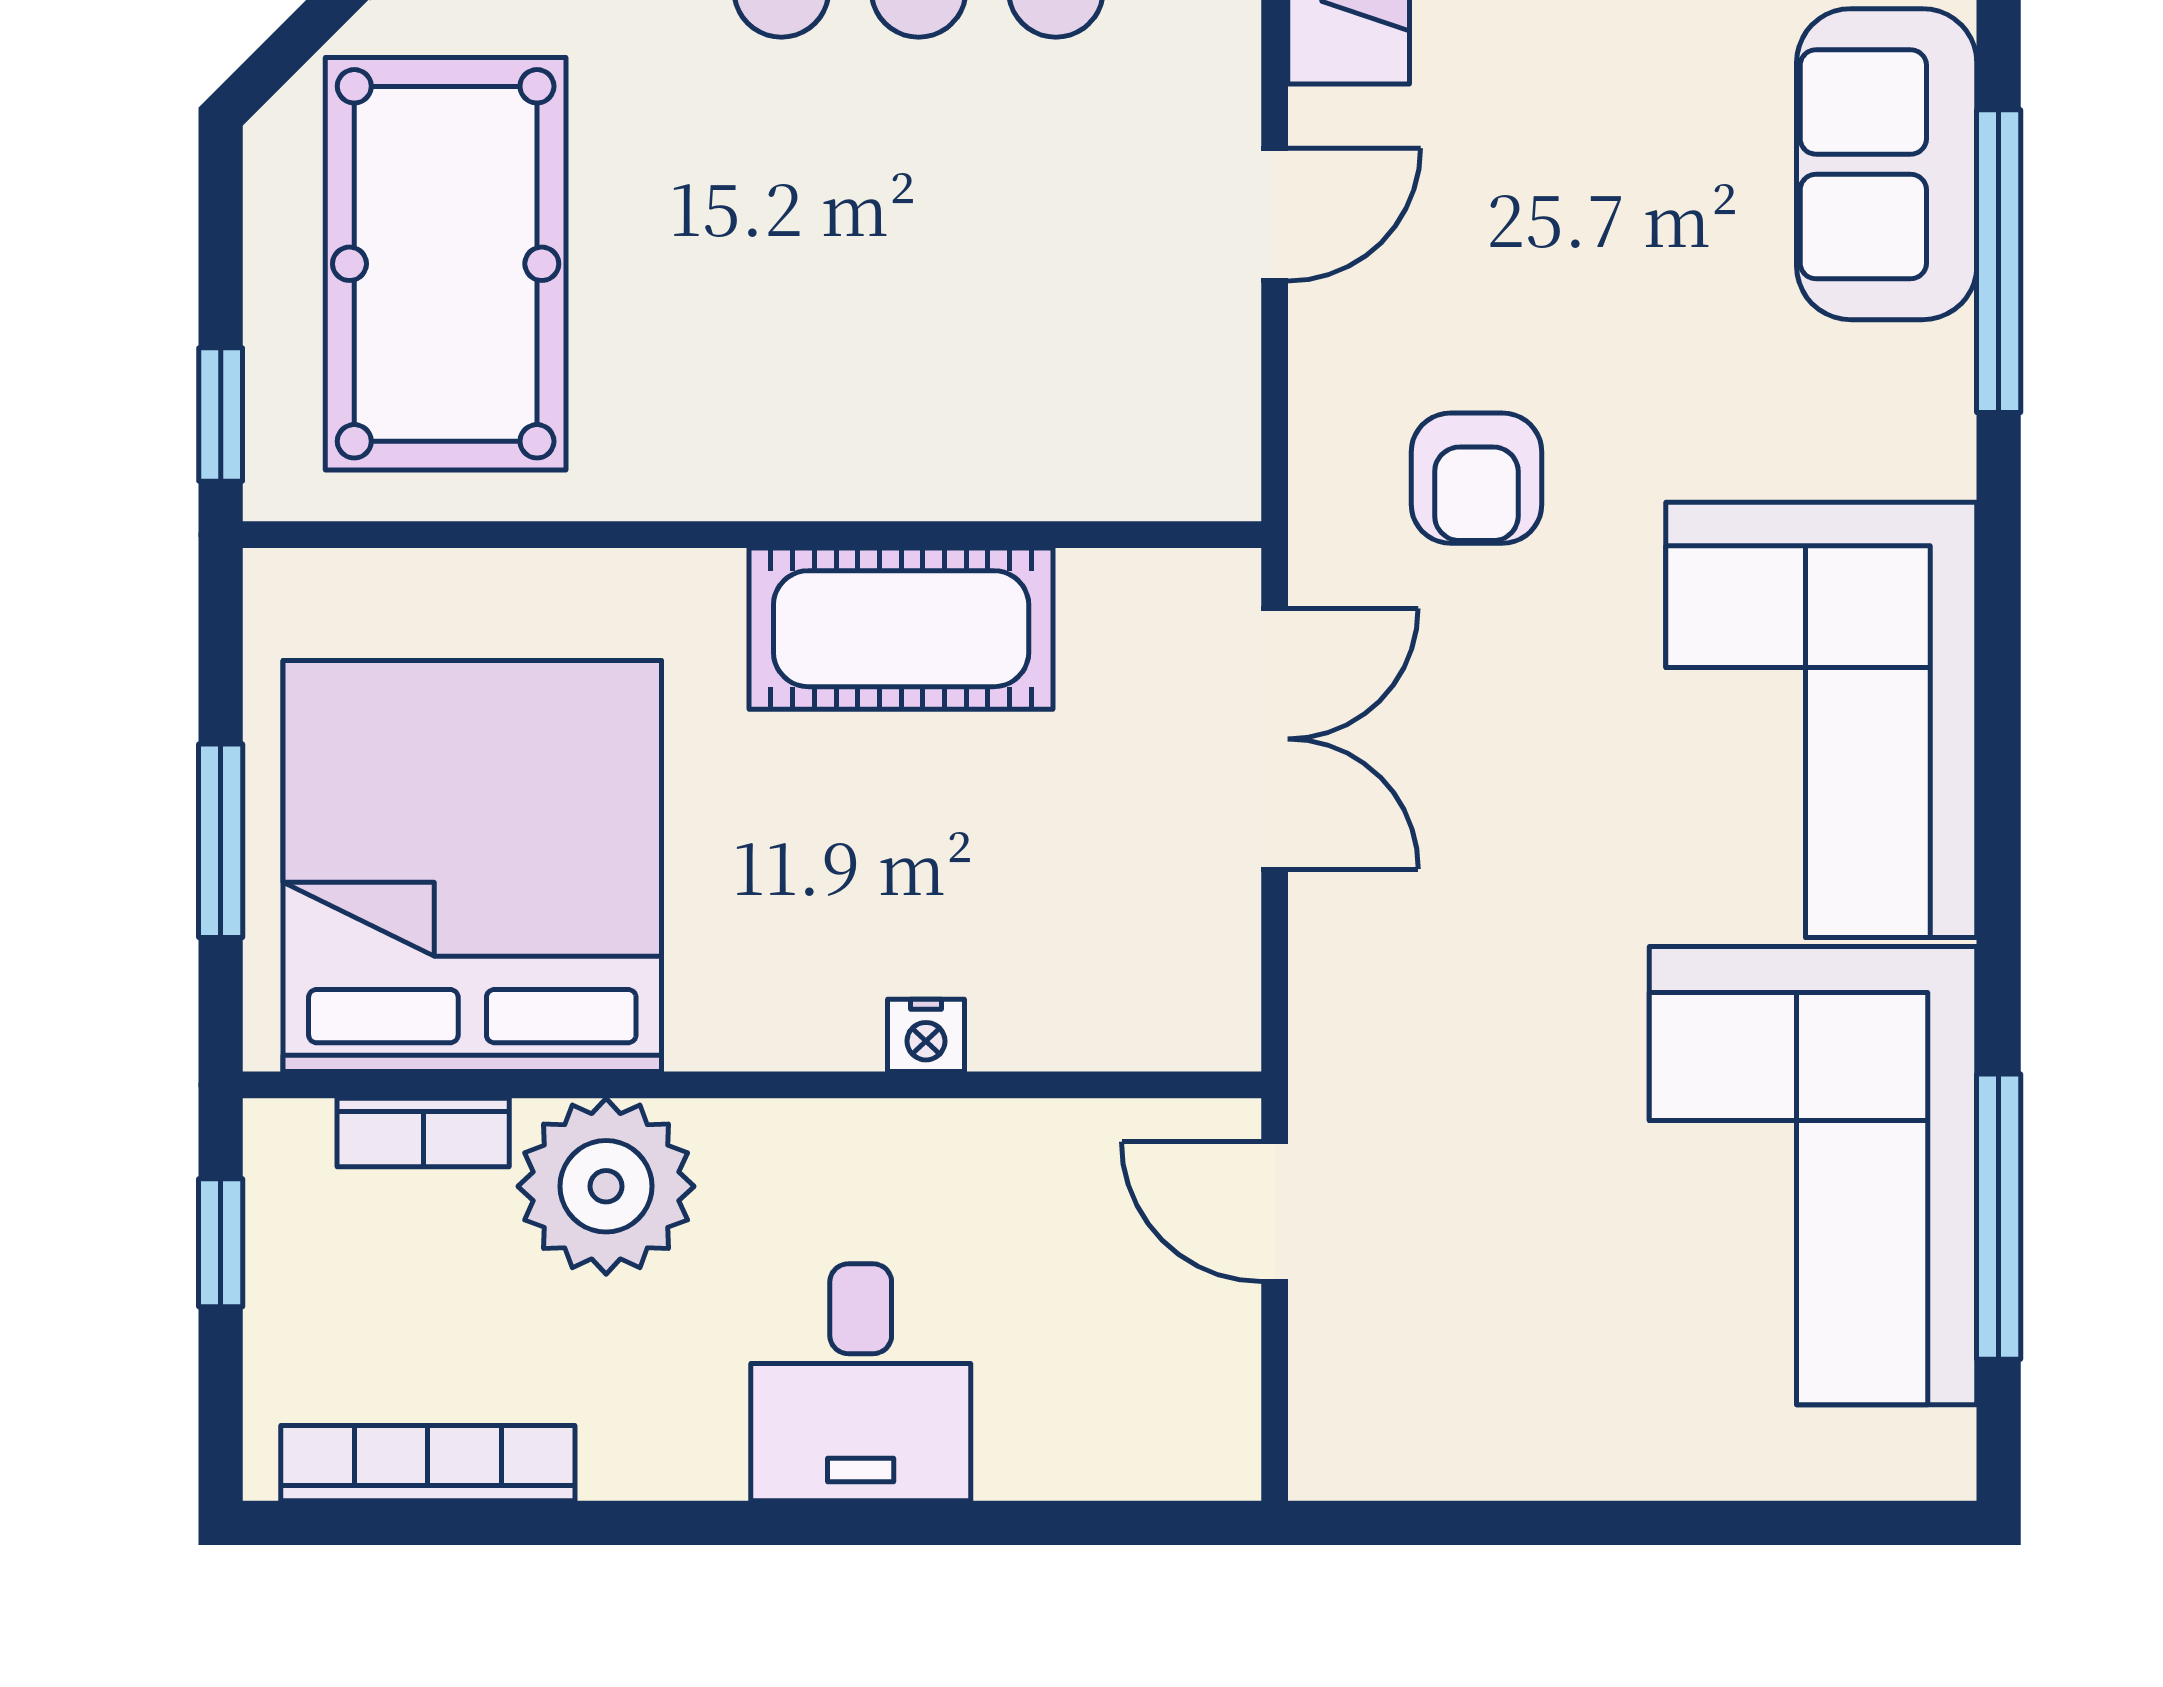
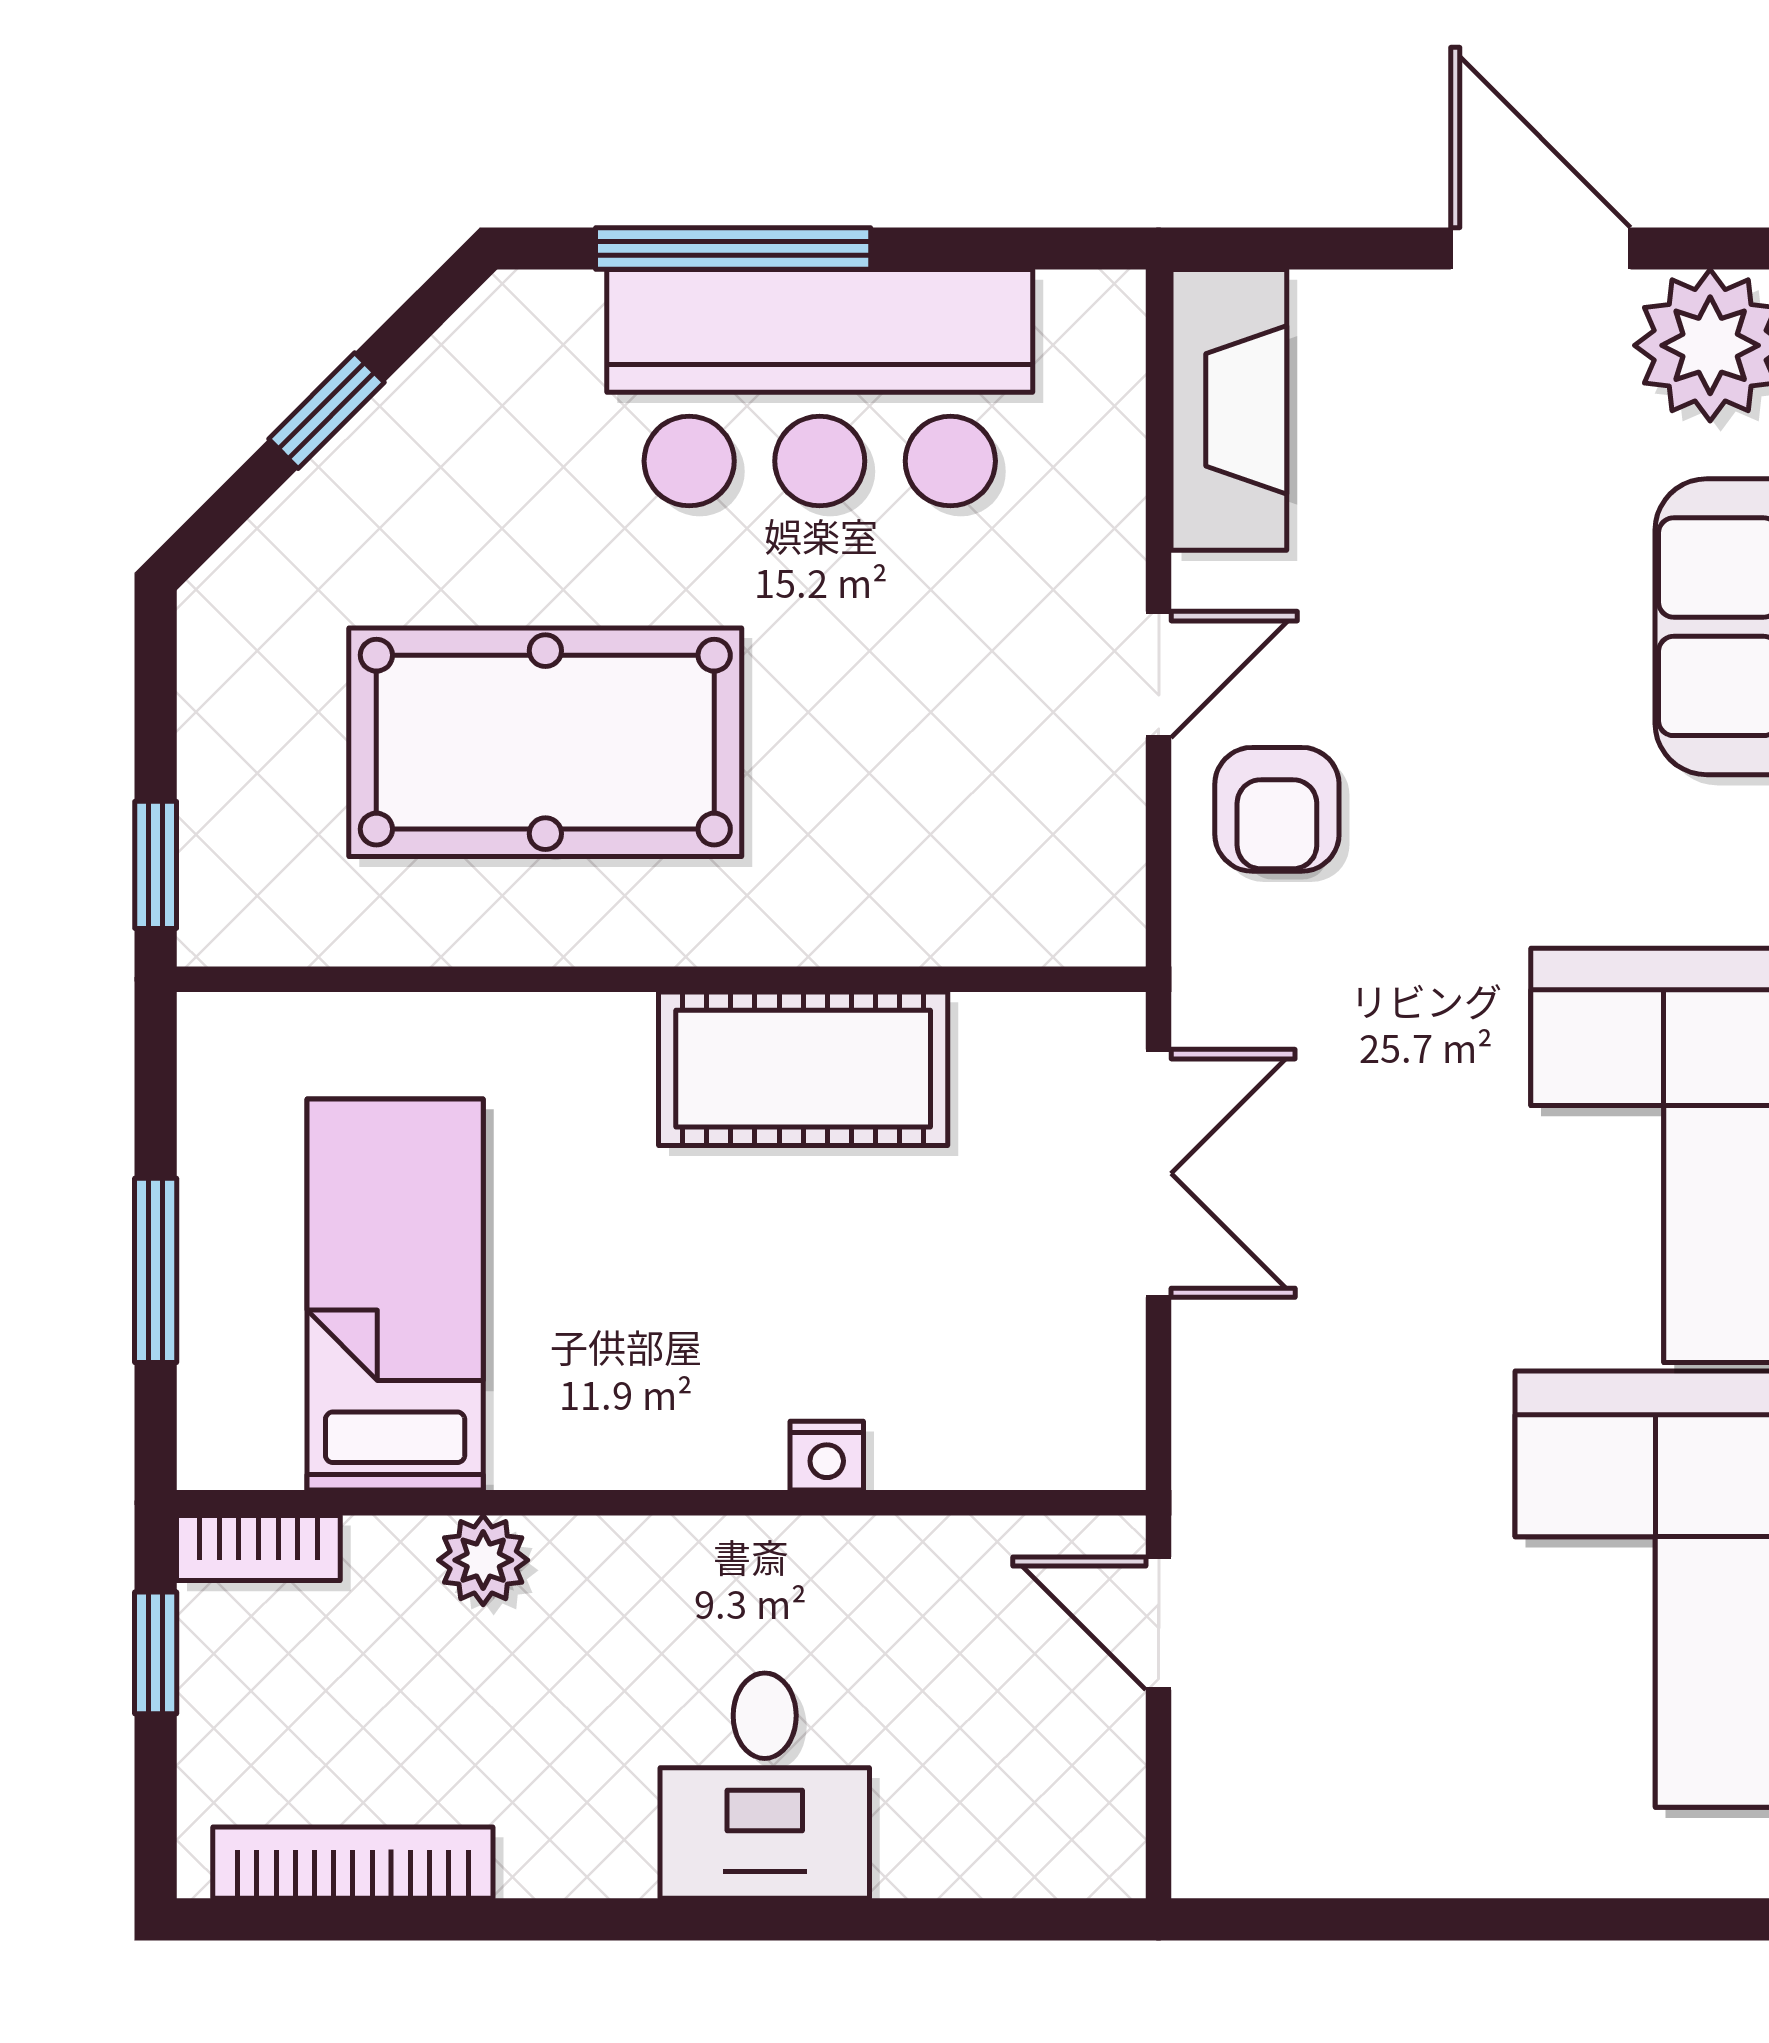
pool table: (446, 264) -> (545, 742), moved, turned 90
armchair: (1476, 478) -> (1277, 809), moved
bed: (472, 866) -> (395, 1294), width x0.49
bookcase: (423, 1132) -> (258, 1548), moved
plant: (606, 1186) -> (483, 1560), width x0.53, depth x0.53

